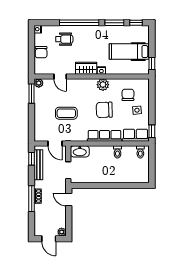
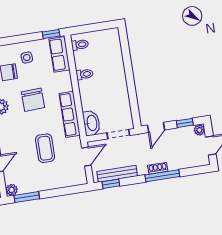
row of seats: (105, 136) -> (70, 114), moved
window: (69, 222) -> (185, 123), added

